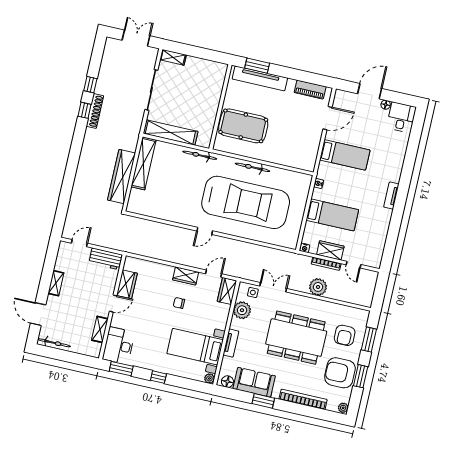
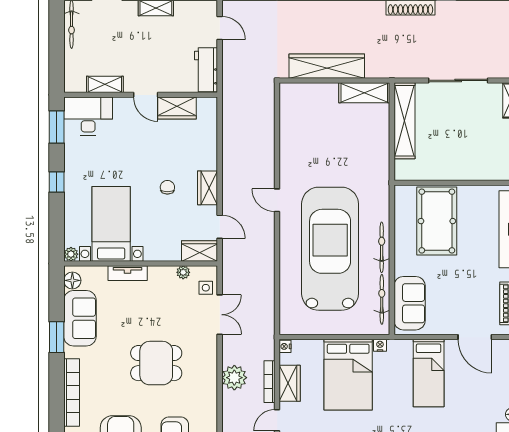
bicycle: (200, 155) -> (382, 299), moved
sofa: (295, 157) -> (410, 303), added
shelving: (144, 163) -> (364, 93), width x0.68
car: (246, 202) -> (330, 249), turned 180
bed: (332, 215) -> (348, 375), width x1.50
plant: (242, 310) -> (183, 272), width x0.53, depth x0.53
dining table: (296, 338) -> (156, 363), width x0.53, depth x0.80

